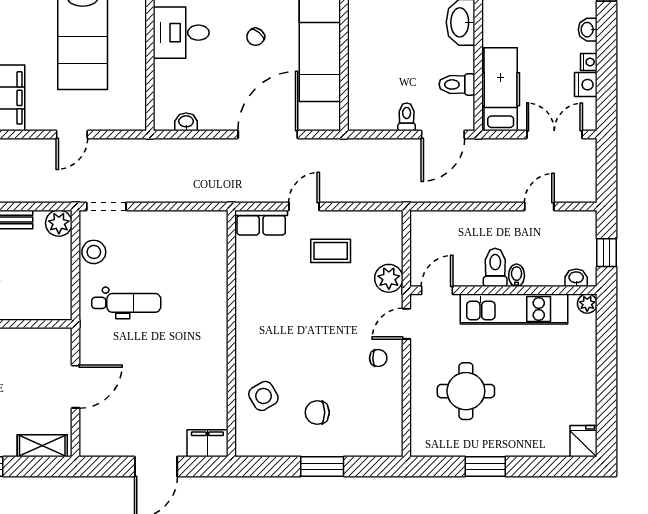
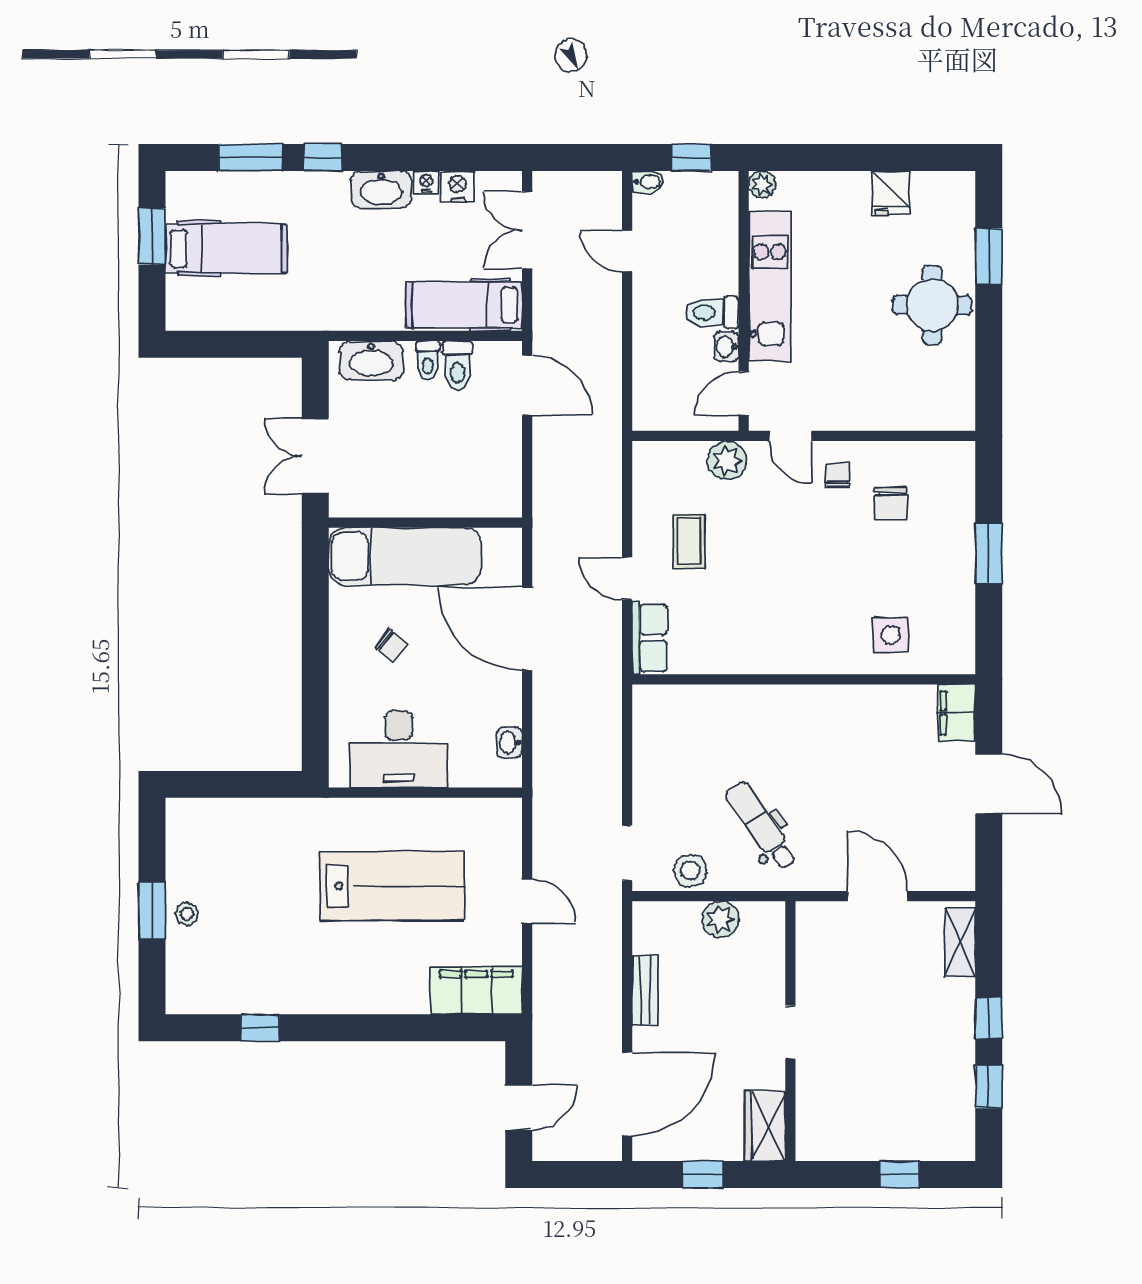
washbasin: (588, 30) -> (381, 190), width x1.91, depth x1.45
desk: (181, 33) -> (399, 749), width x1.37
toilet: (407, 117) -> (428, 360), moved, turned -90
plant: (59, 223) -> (720, 919), moved
bidet: (517, 275) -> (648, 182), moved, turned 180
washbasin: (576, 278) -> (726, 347), moved
door: (437, 290) -> (744, 393), hinge flipped
dental chair: (126, 303) -> (761, 826), turned -35
round table: (466, 391) -> (932, 305), moved
side table: (263, 396) -> (891, 635), turned 30
chair: (317, 413) -> (891, 504), moved
fridge: (583, 441) -> (891, 193), moved, turned -90
window: (485, 466) -> (989, 256), moved

